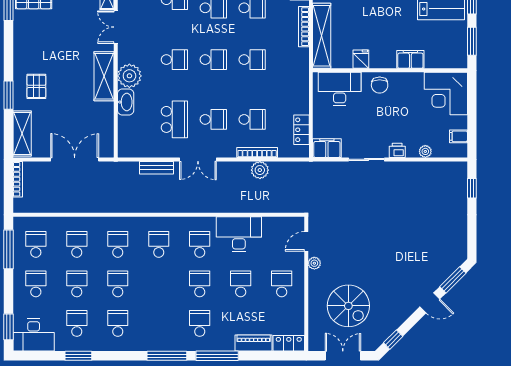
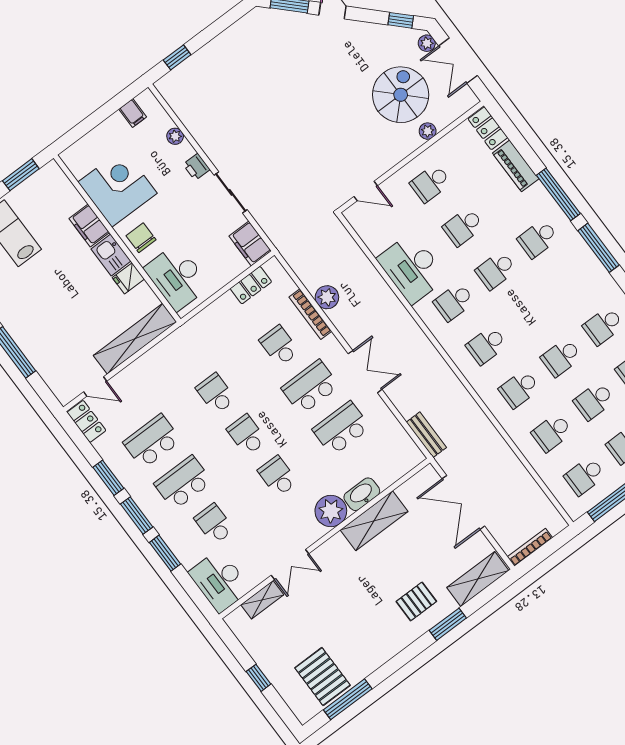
bookcase: (304, 27) -> (139, 365), removed
kitchen sink: (383, 59) -> (111, 255), added
shelving: (104, 76) -> (374, 521), moved
chair: (380, 85) -> (141, 238), turned -90
corner desk: (446, 94) -> (118, 188), moved, turned -90
school desk: (213, 119) -> (310, 387), width x1.85
bench: (157, 168) -> (426, 435), moved
plant: (314, 263) -> (428, 131), moved
plant: (368, 345) -> (427, 43), added

